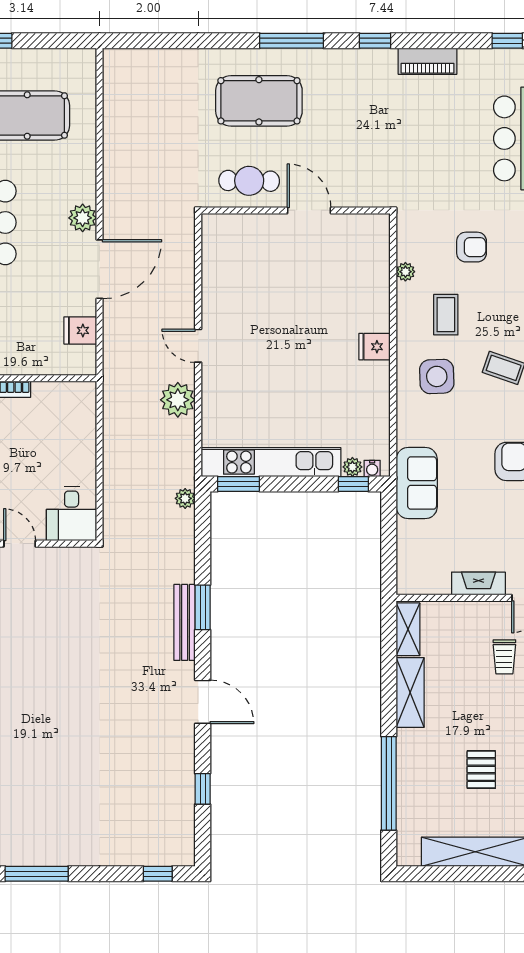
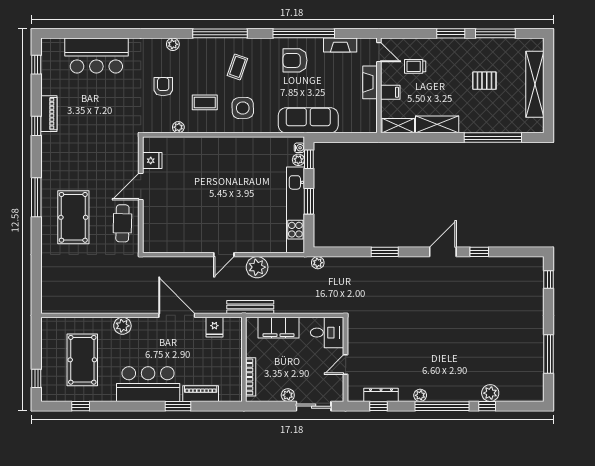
window: (375, 41) -> (36, 126), moved
plant: (83, 218) -> (122, 326), moved
fridge: (374, 347) -> (152, 161), moved, turned -90
filing cabinet: (79, 435) -> (279, 328), added
sofa: (417, 483) -> (308, 120), width x1.36
window: (238, 484) -> (309, 201), moved
filing cabinet: (462, 616) -> (390, 92), added
bench: (185, 622) -> (250, 307), moved
trolley: (504, 657) -> (415, 66), turned 180
window: (203, 789) -> (479, 252), moved

